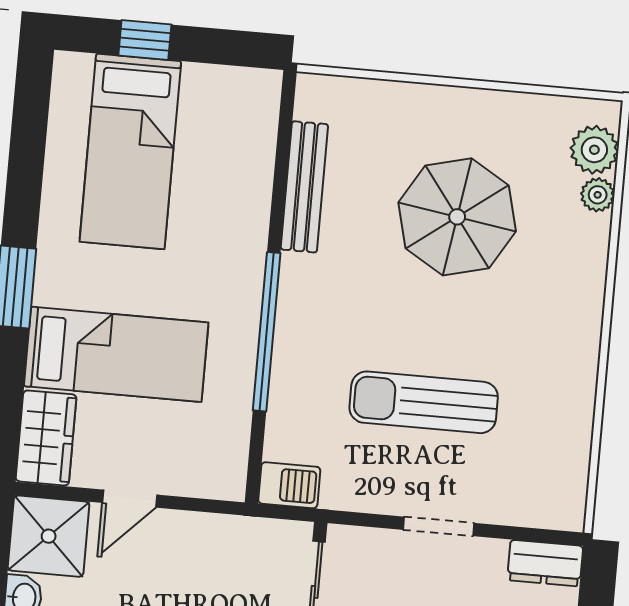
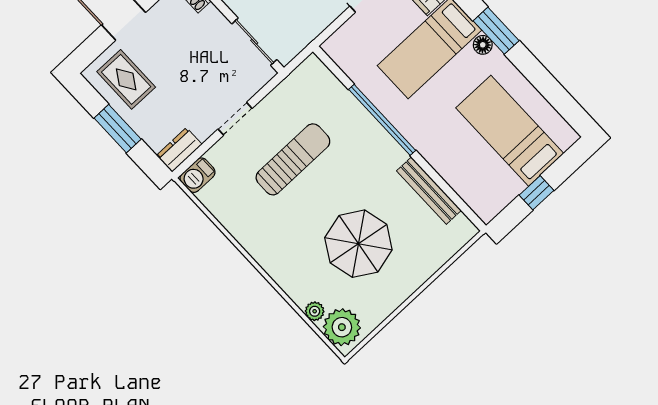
window: (145, 40) -> (536, 193), moved
plant: (594, 150) -> (342, 327), width x1.36, depth x1.36
floor lamp: (49, 288) -> (483, 45), added
barbecue: (289, 485) -> (198, 175), moved

